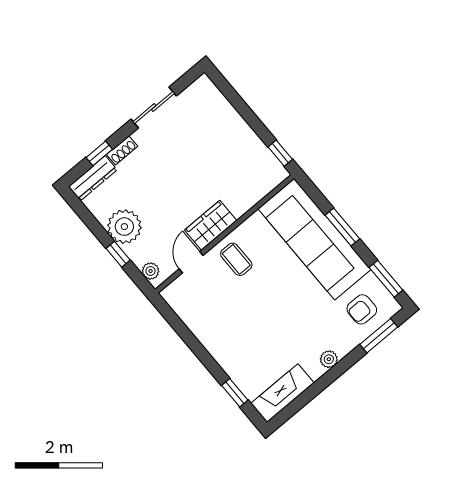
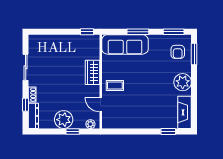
wardrobe: (211, 225) -> (92, 72), moved
sofa: (315, 239) -> (125, 44), width x0.74, depth x0.79
plant: (329, 359) -> (183, 82), width x1.88, depth x1.88

